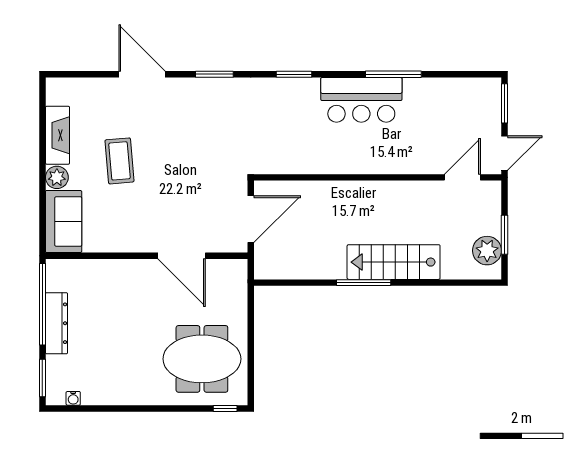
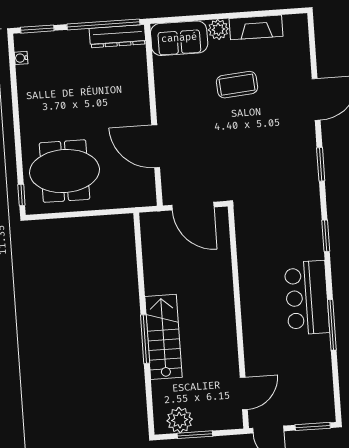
door: (462, 177) -> (244, 393), hinge flipped
door: (182, 256) -> (156, 146), hinge flipped
window: (364, 283) -> (145, 339), moved
dresser: (56, 323) -> (118, 36), moved
meeting table: (202, 359) -> (64, 171), turned 90

